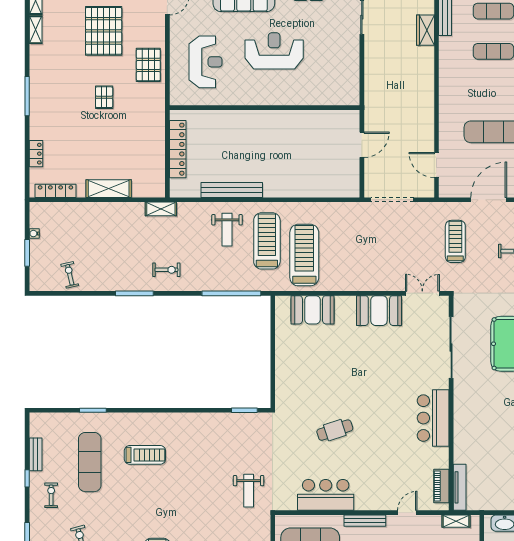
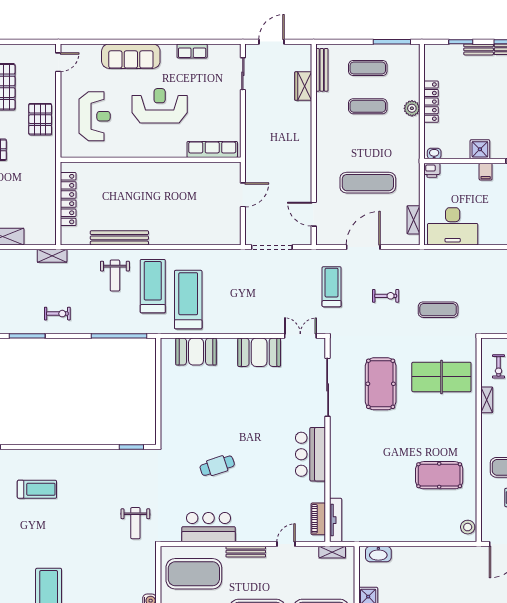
row of seats: (330, 97) -> (212, 149), added

